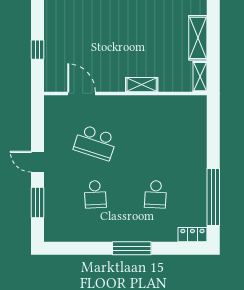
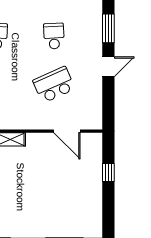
school desk: (95, 143) -> (54, 85), turned -42
door: (38, 162) -> (108, 67), hinge flipped

